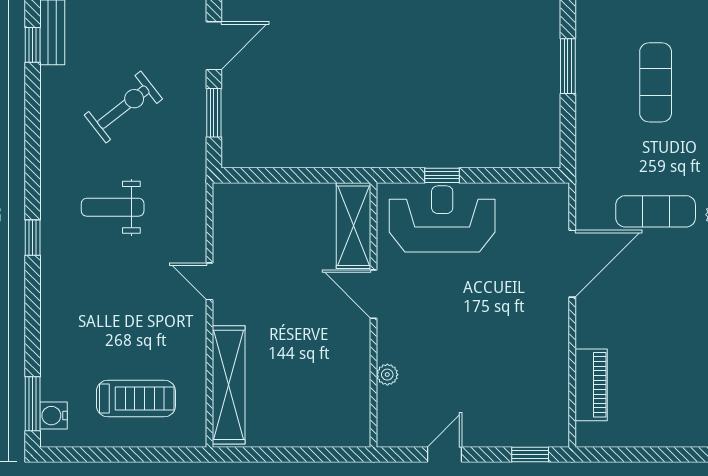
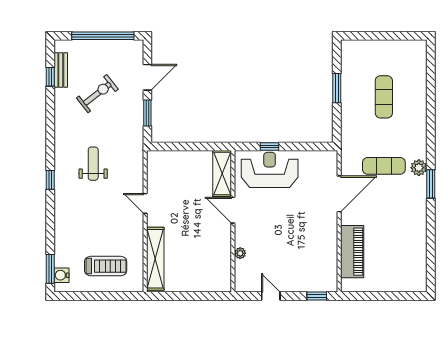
exercise bike: (123, 107) -> (97, 94), moved
weight bench: (113, 207) -> (93, 164), turned 90
piano: (591, 385) -> (352, 252), width x1.37, depth x1.33
door: (444, 454) -> (271, 296), hinge flipped

